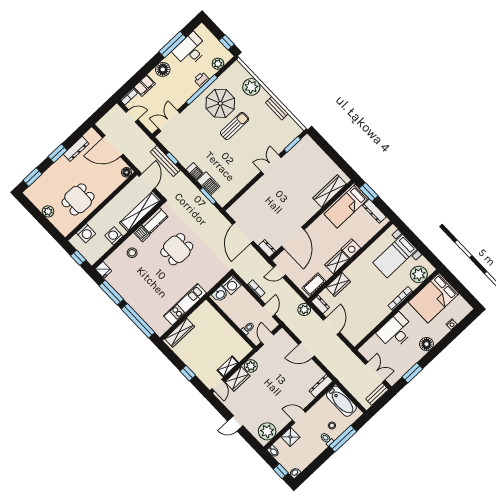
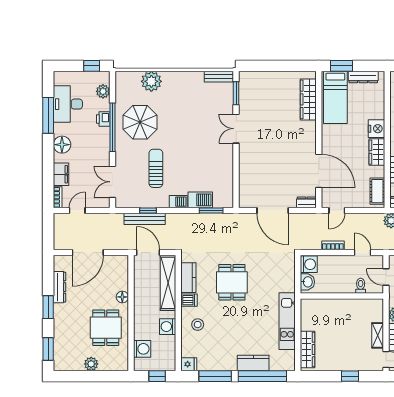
bench: (277, 108) -> (219, 77), moved
sun lounger: (235, 126) -> (156, 168), moved
floor lamp: (127, 172) -> (122, 297), moved
kitchen counter: (141, 308) -> (253, 363), added

